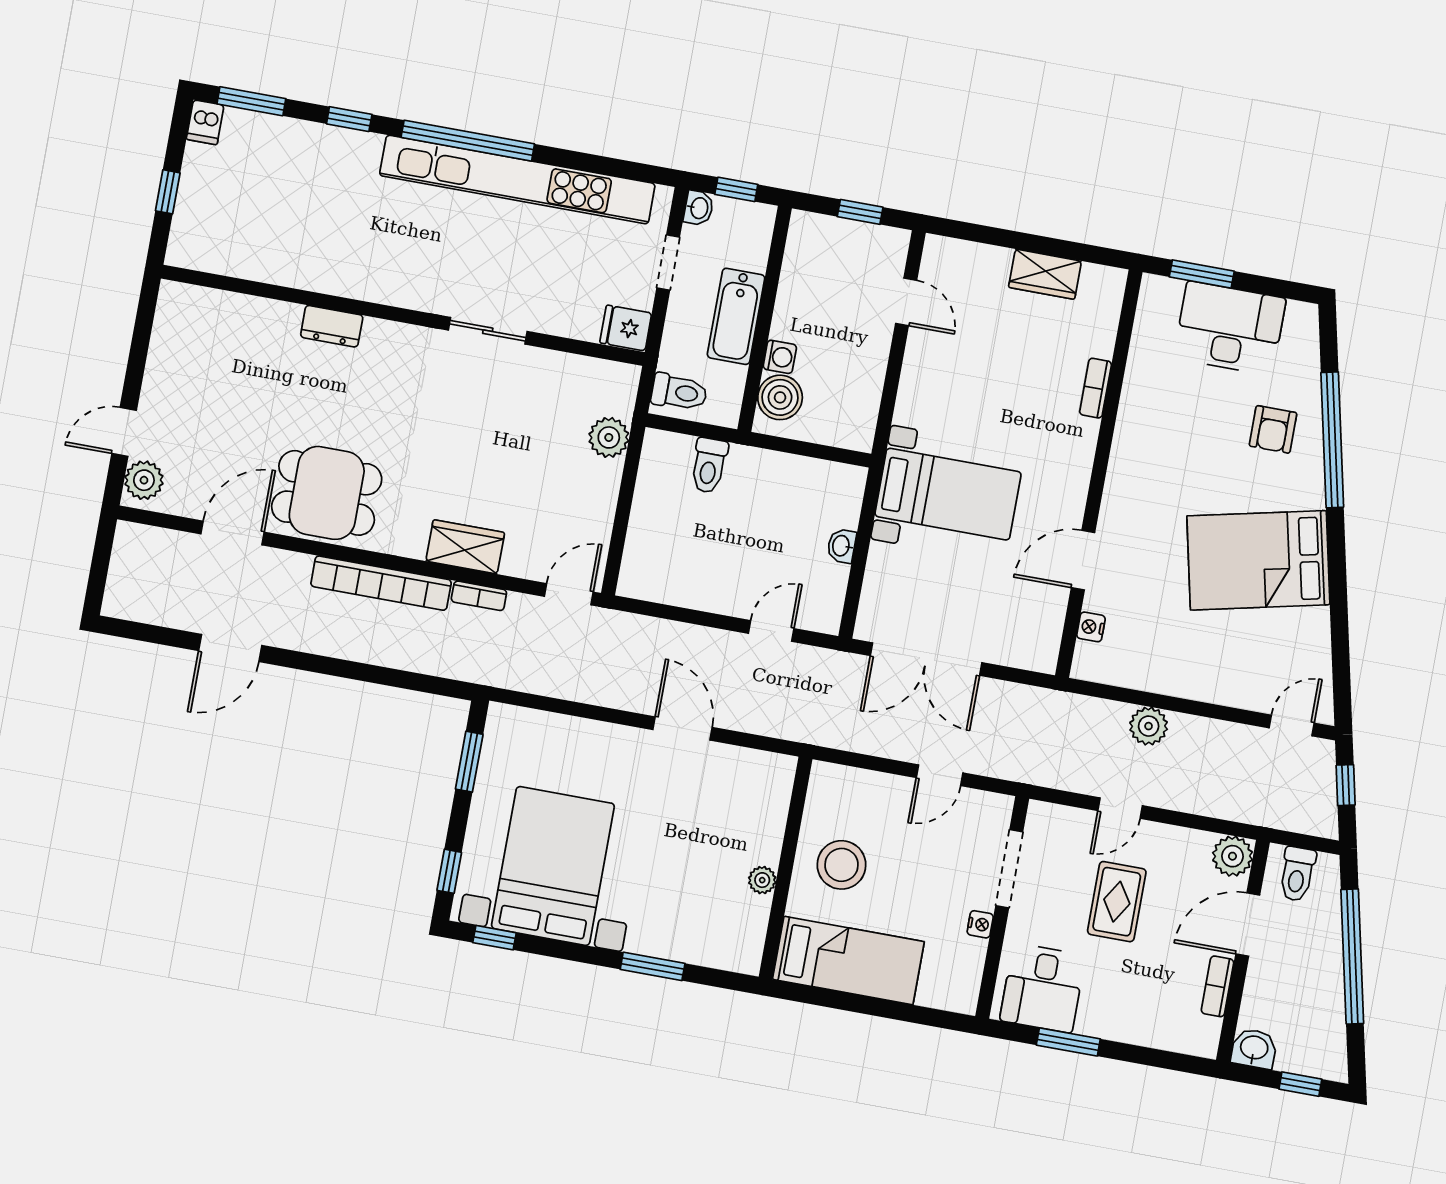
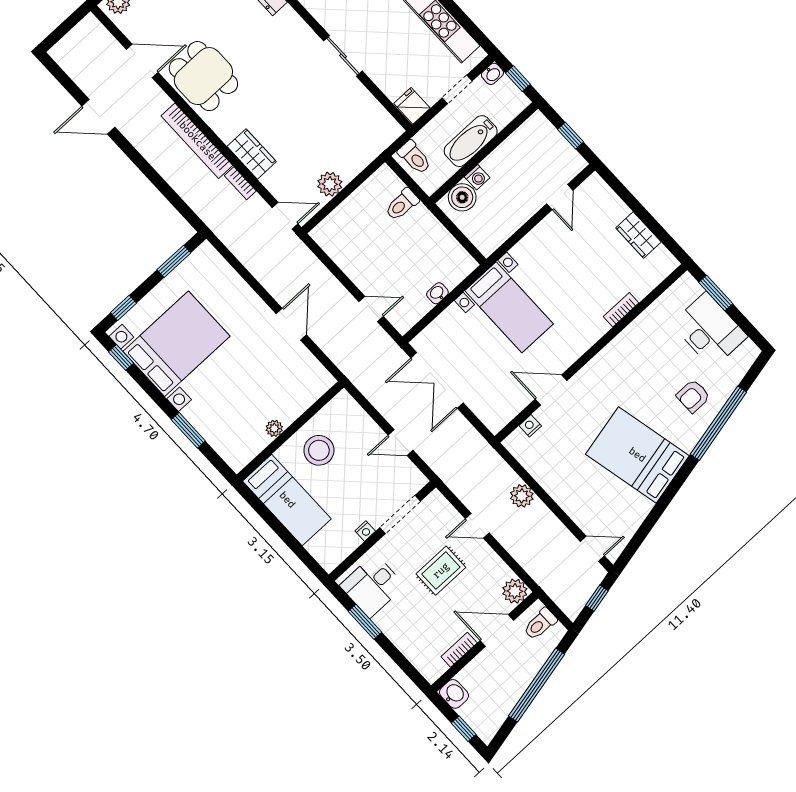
plant: (609, 437) -> (330, 184), moved

